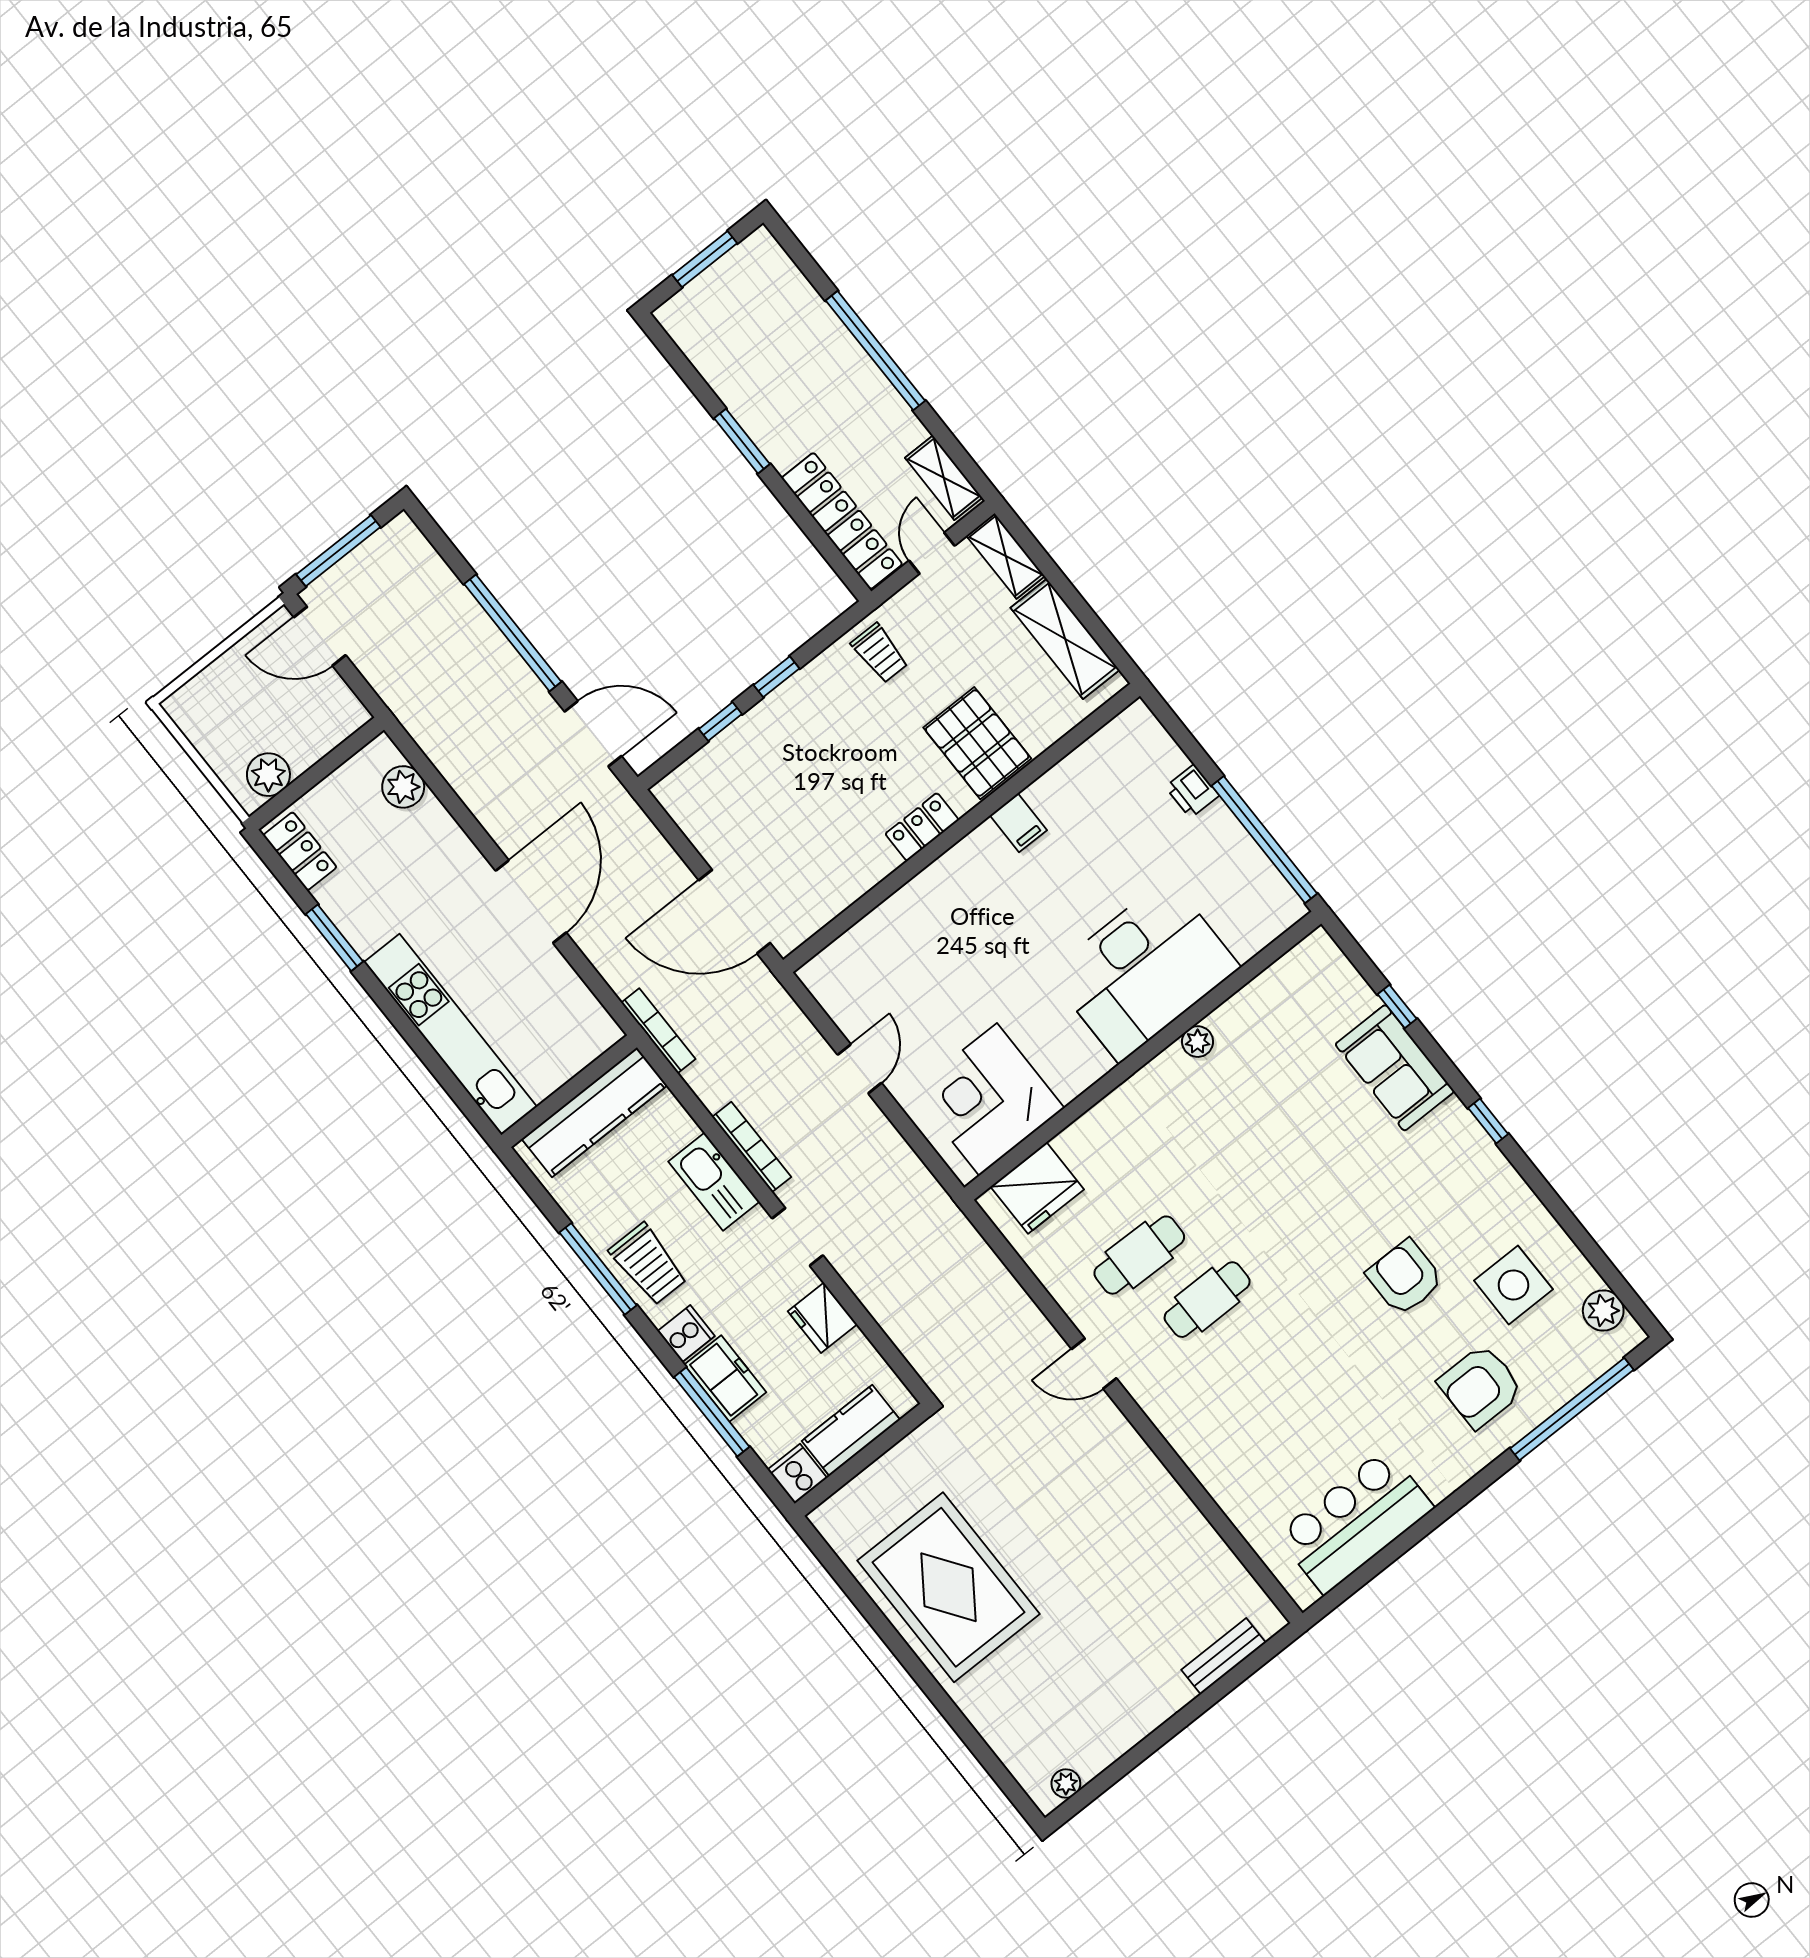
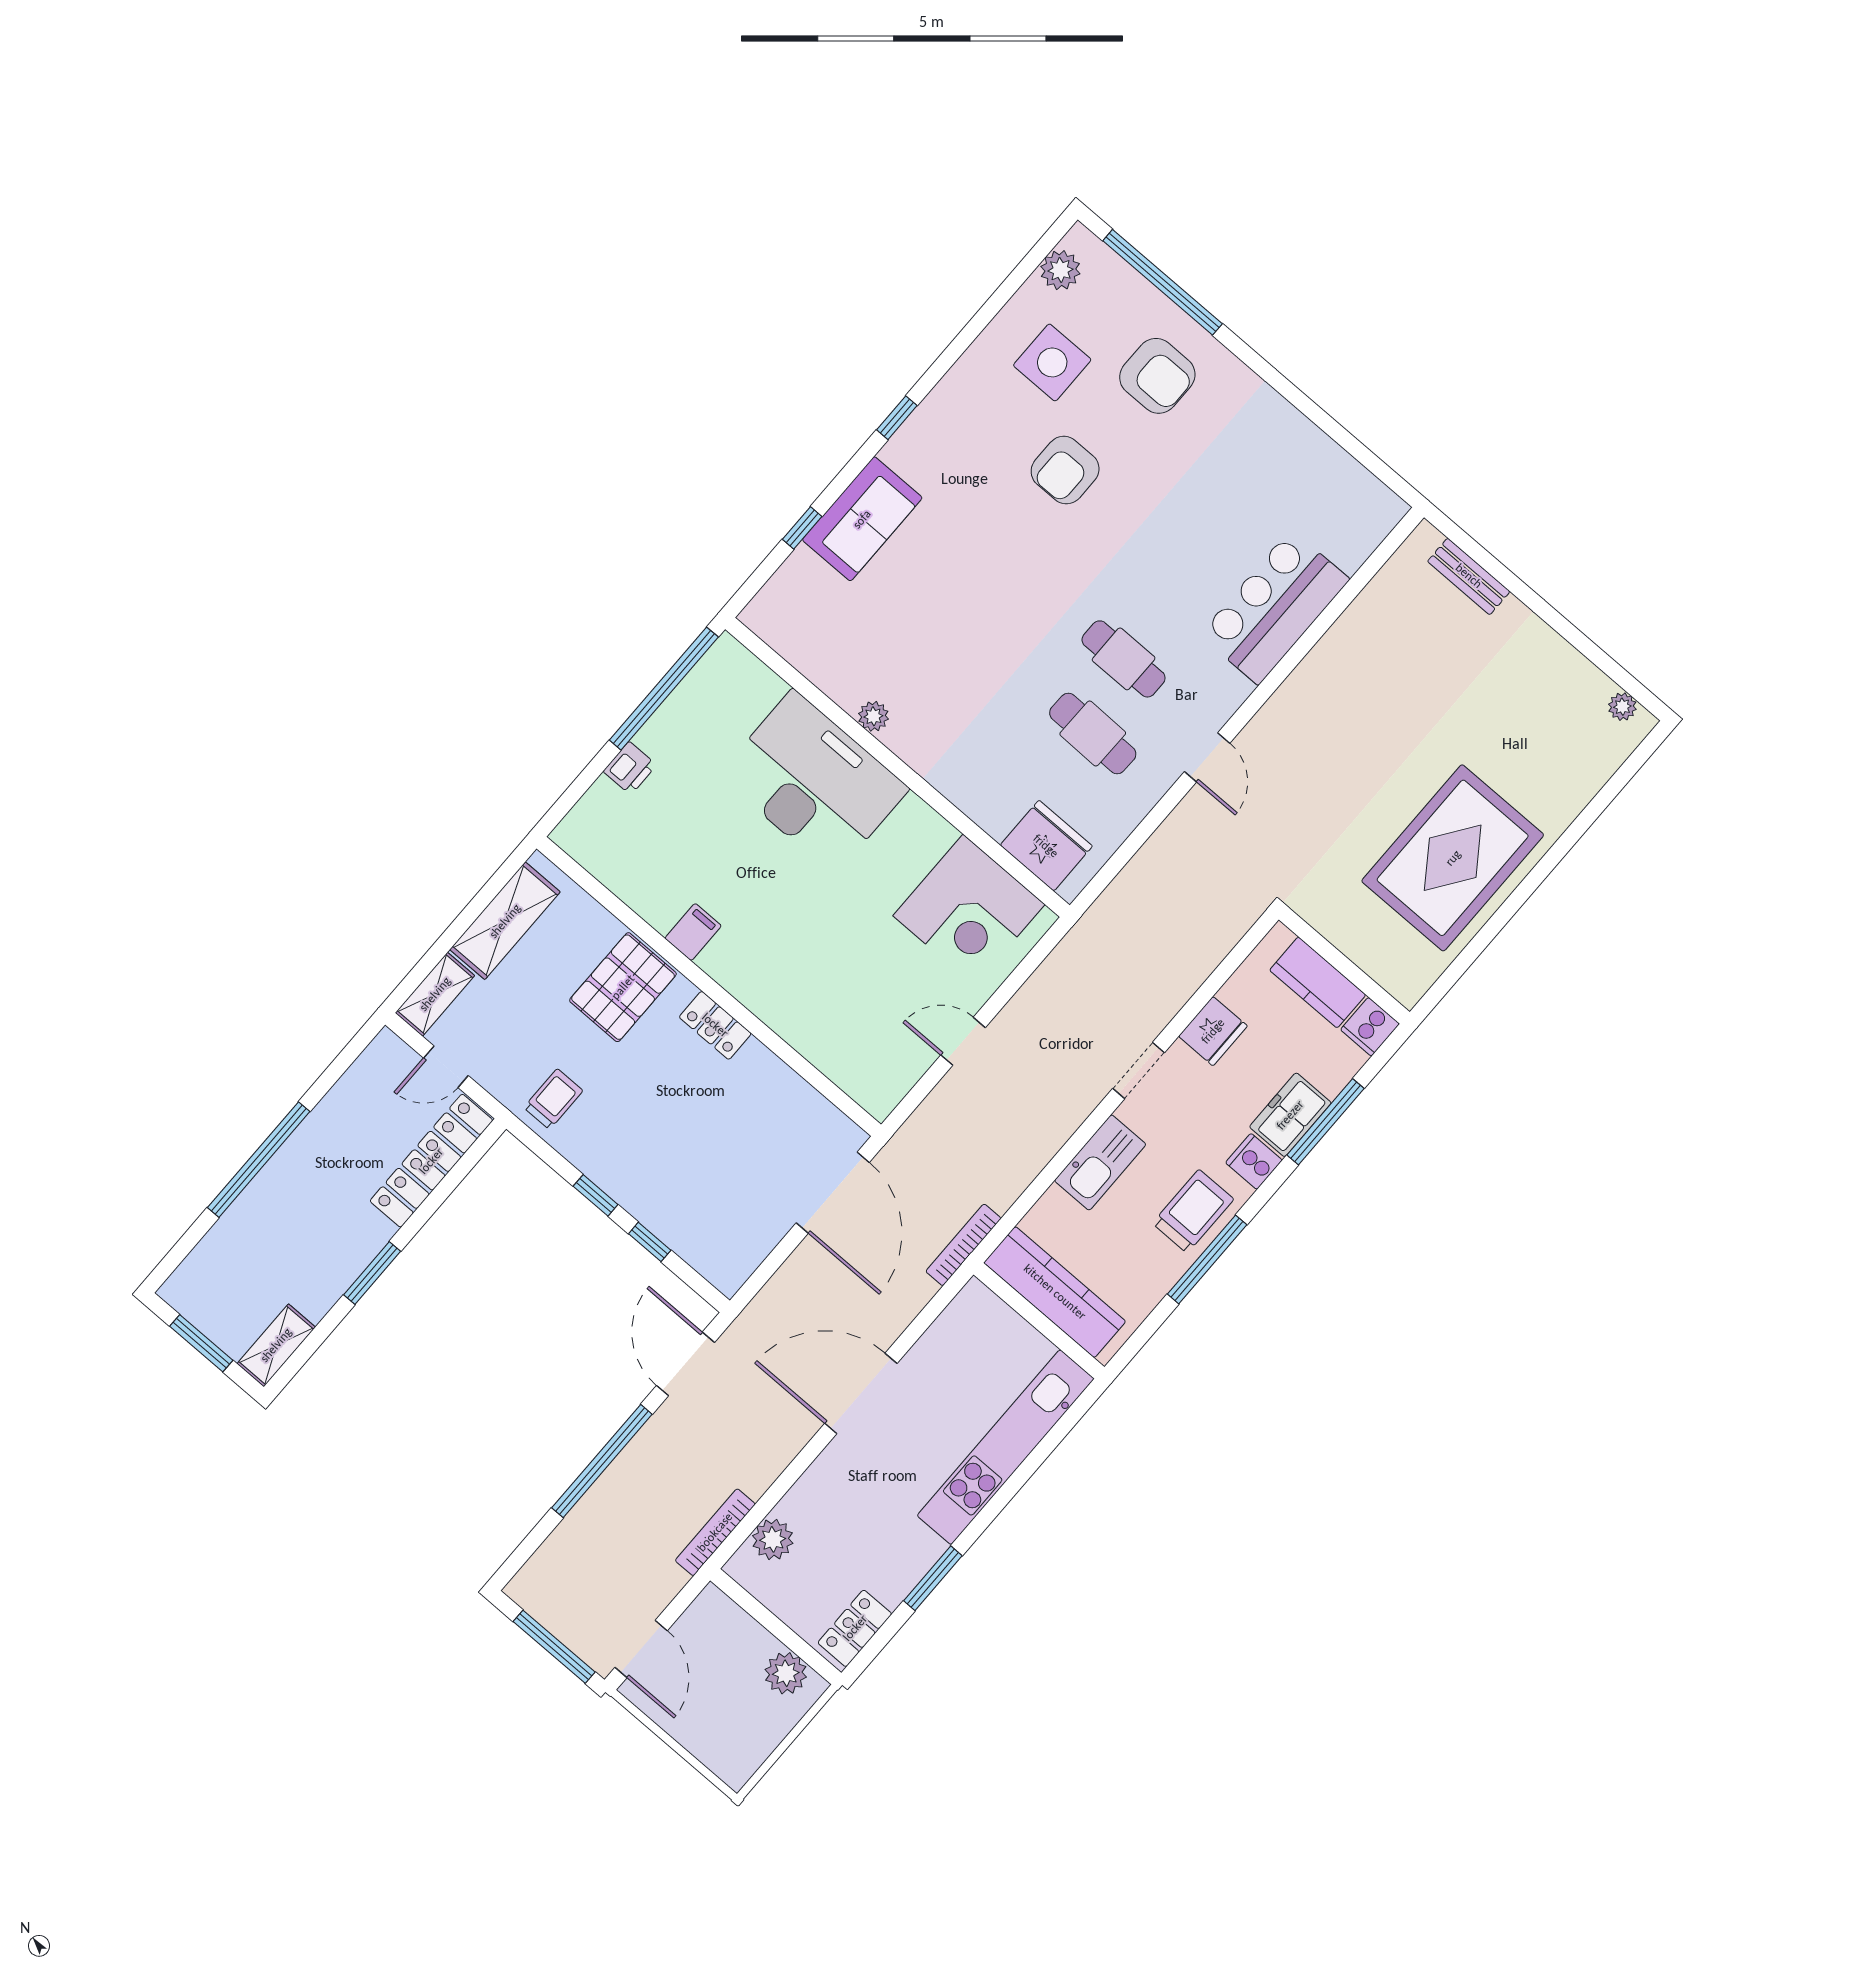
shelving: (944, 478) -> (276, 1345), moved
bookcase: (752, 1147) -> (715, 1532), moved
bar counter: (1355, 1521) -> (1275, 607), moved, turned 90

